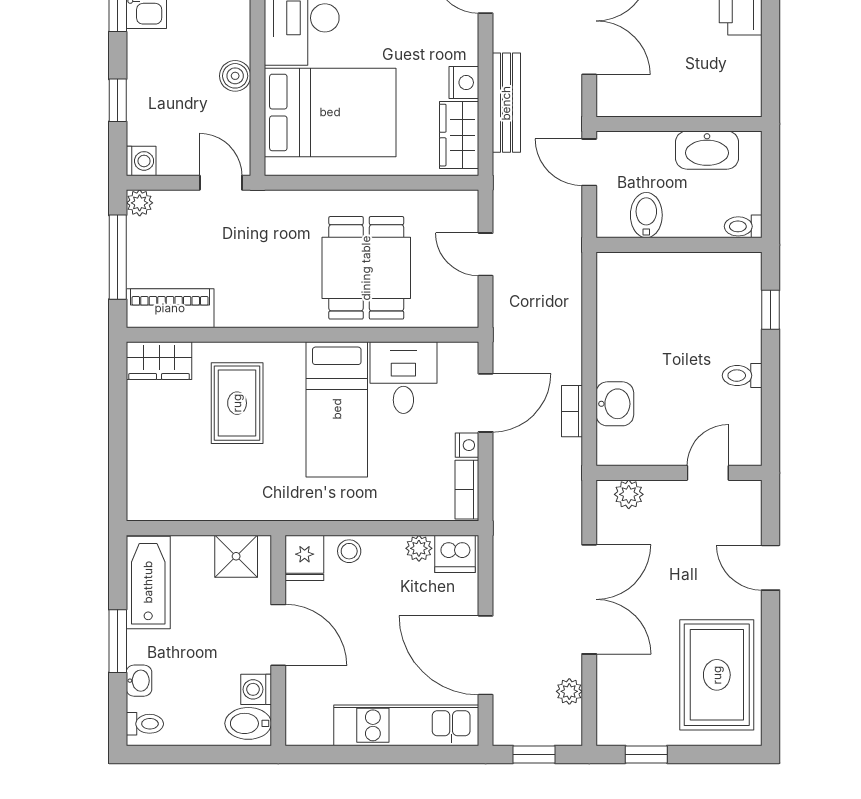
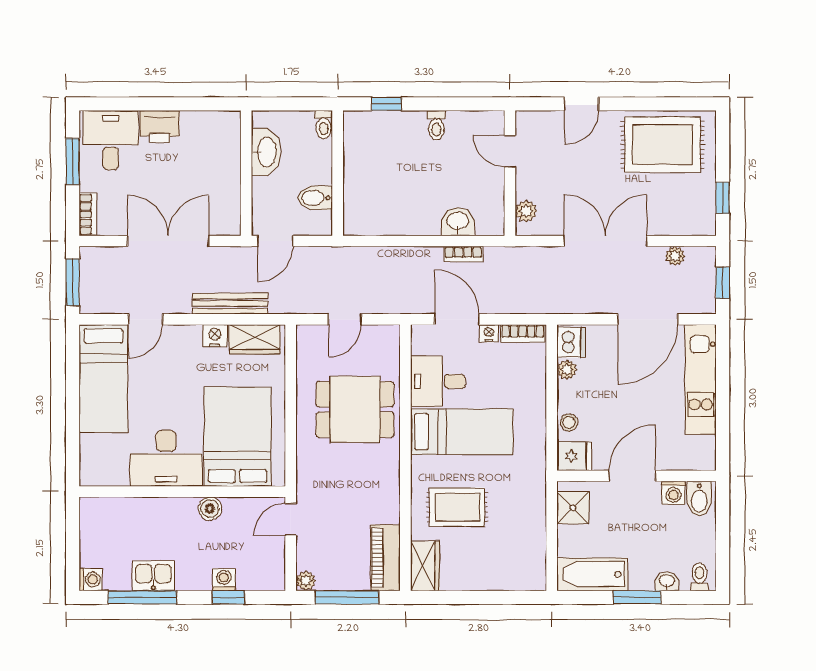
washing machine: (141, 161) -> (224, 580), moved

